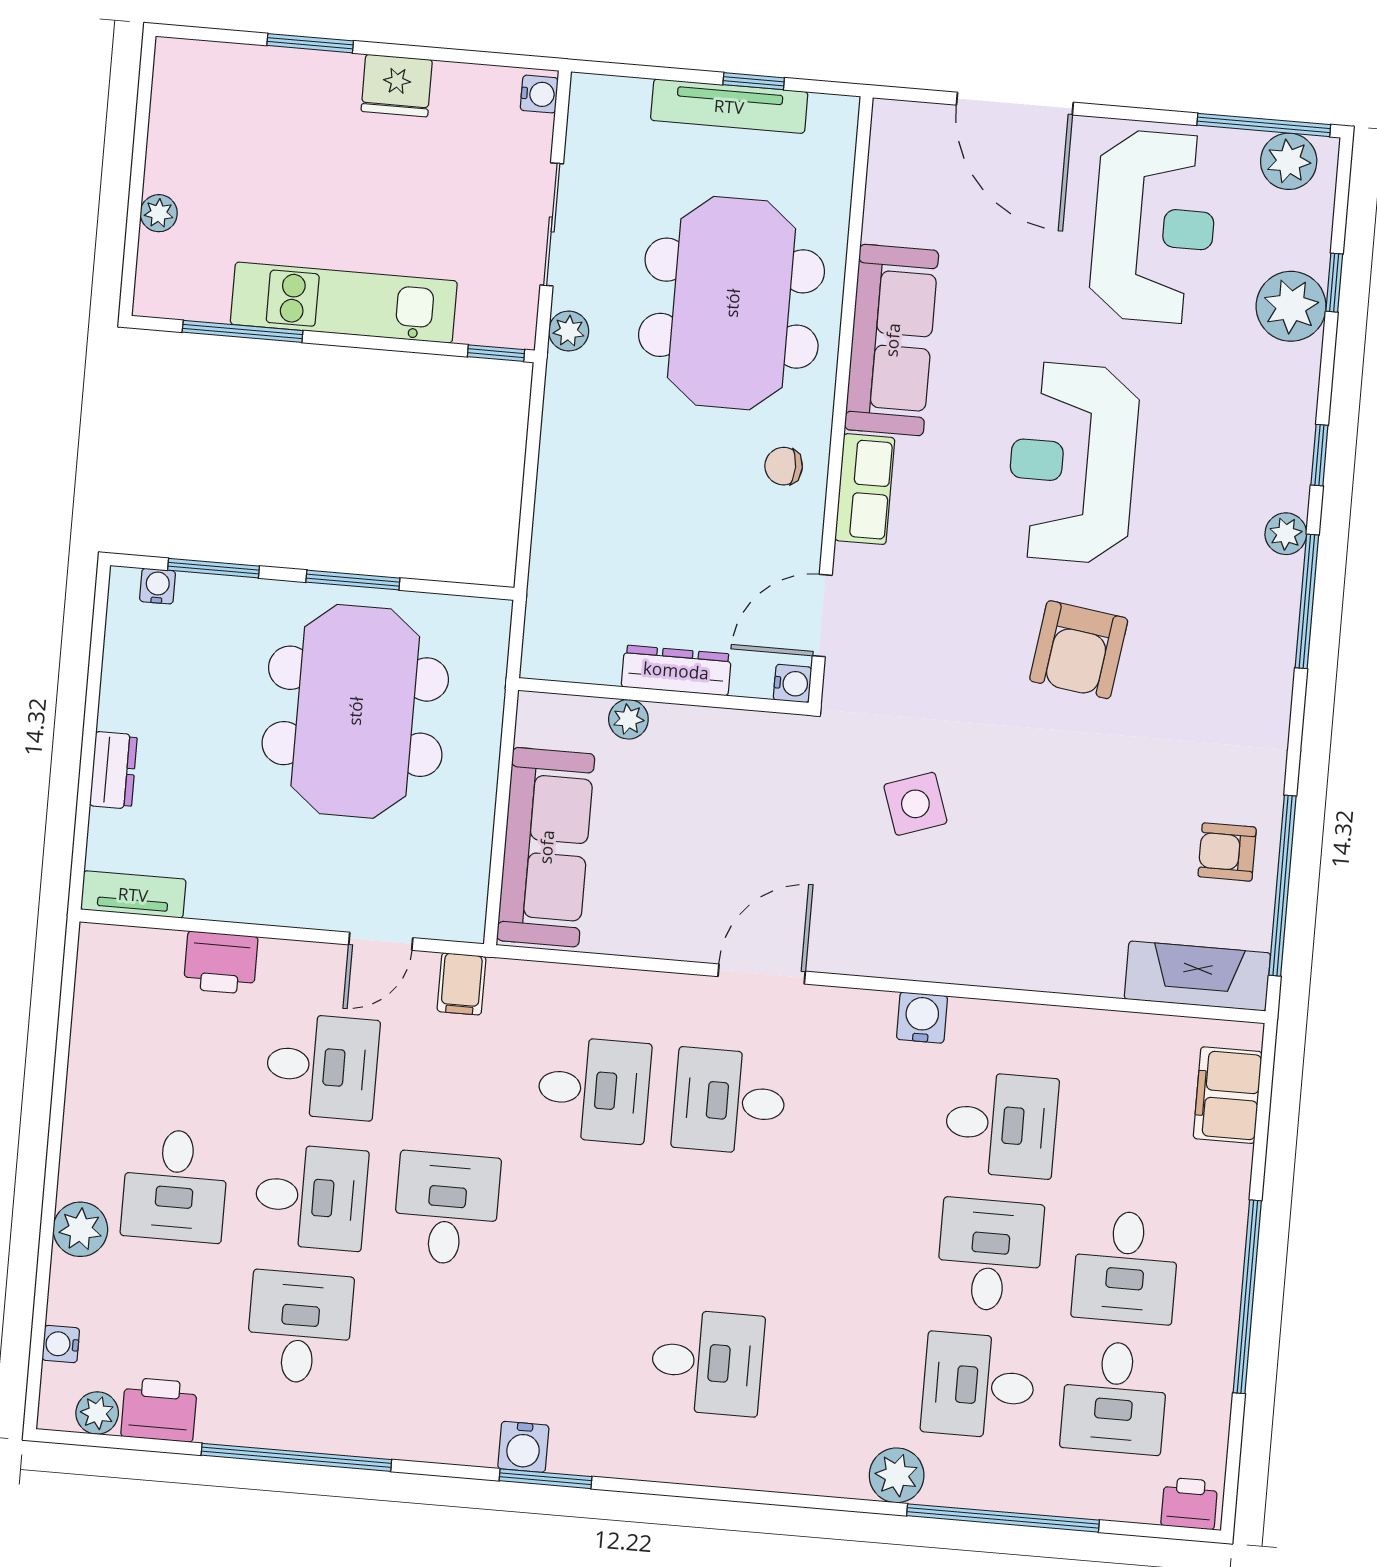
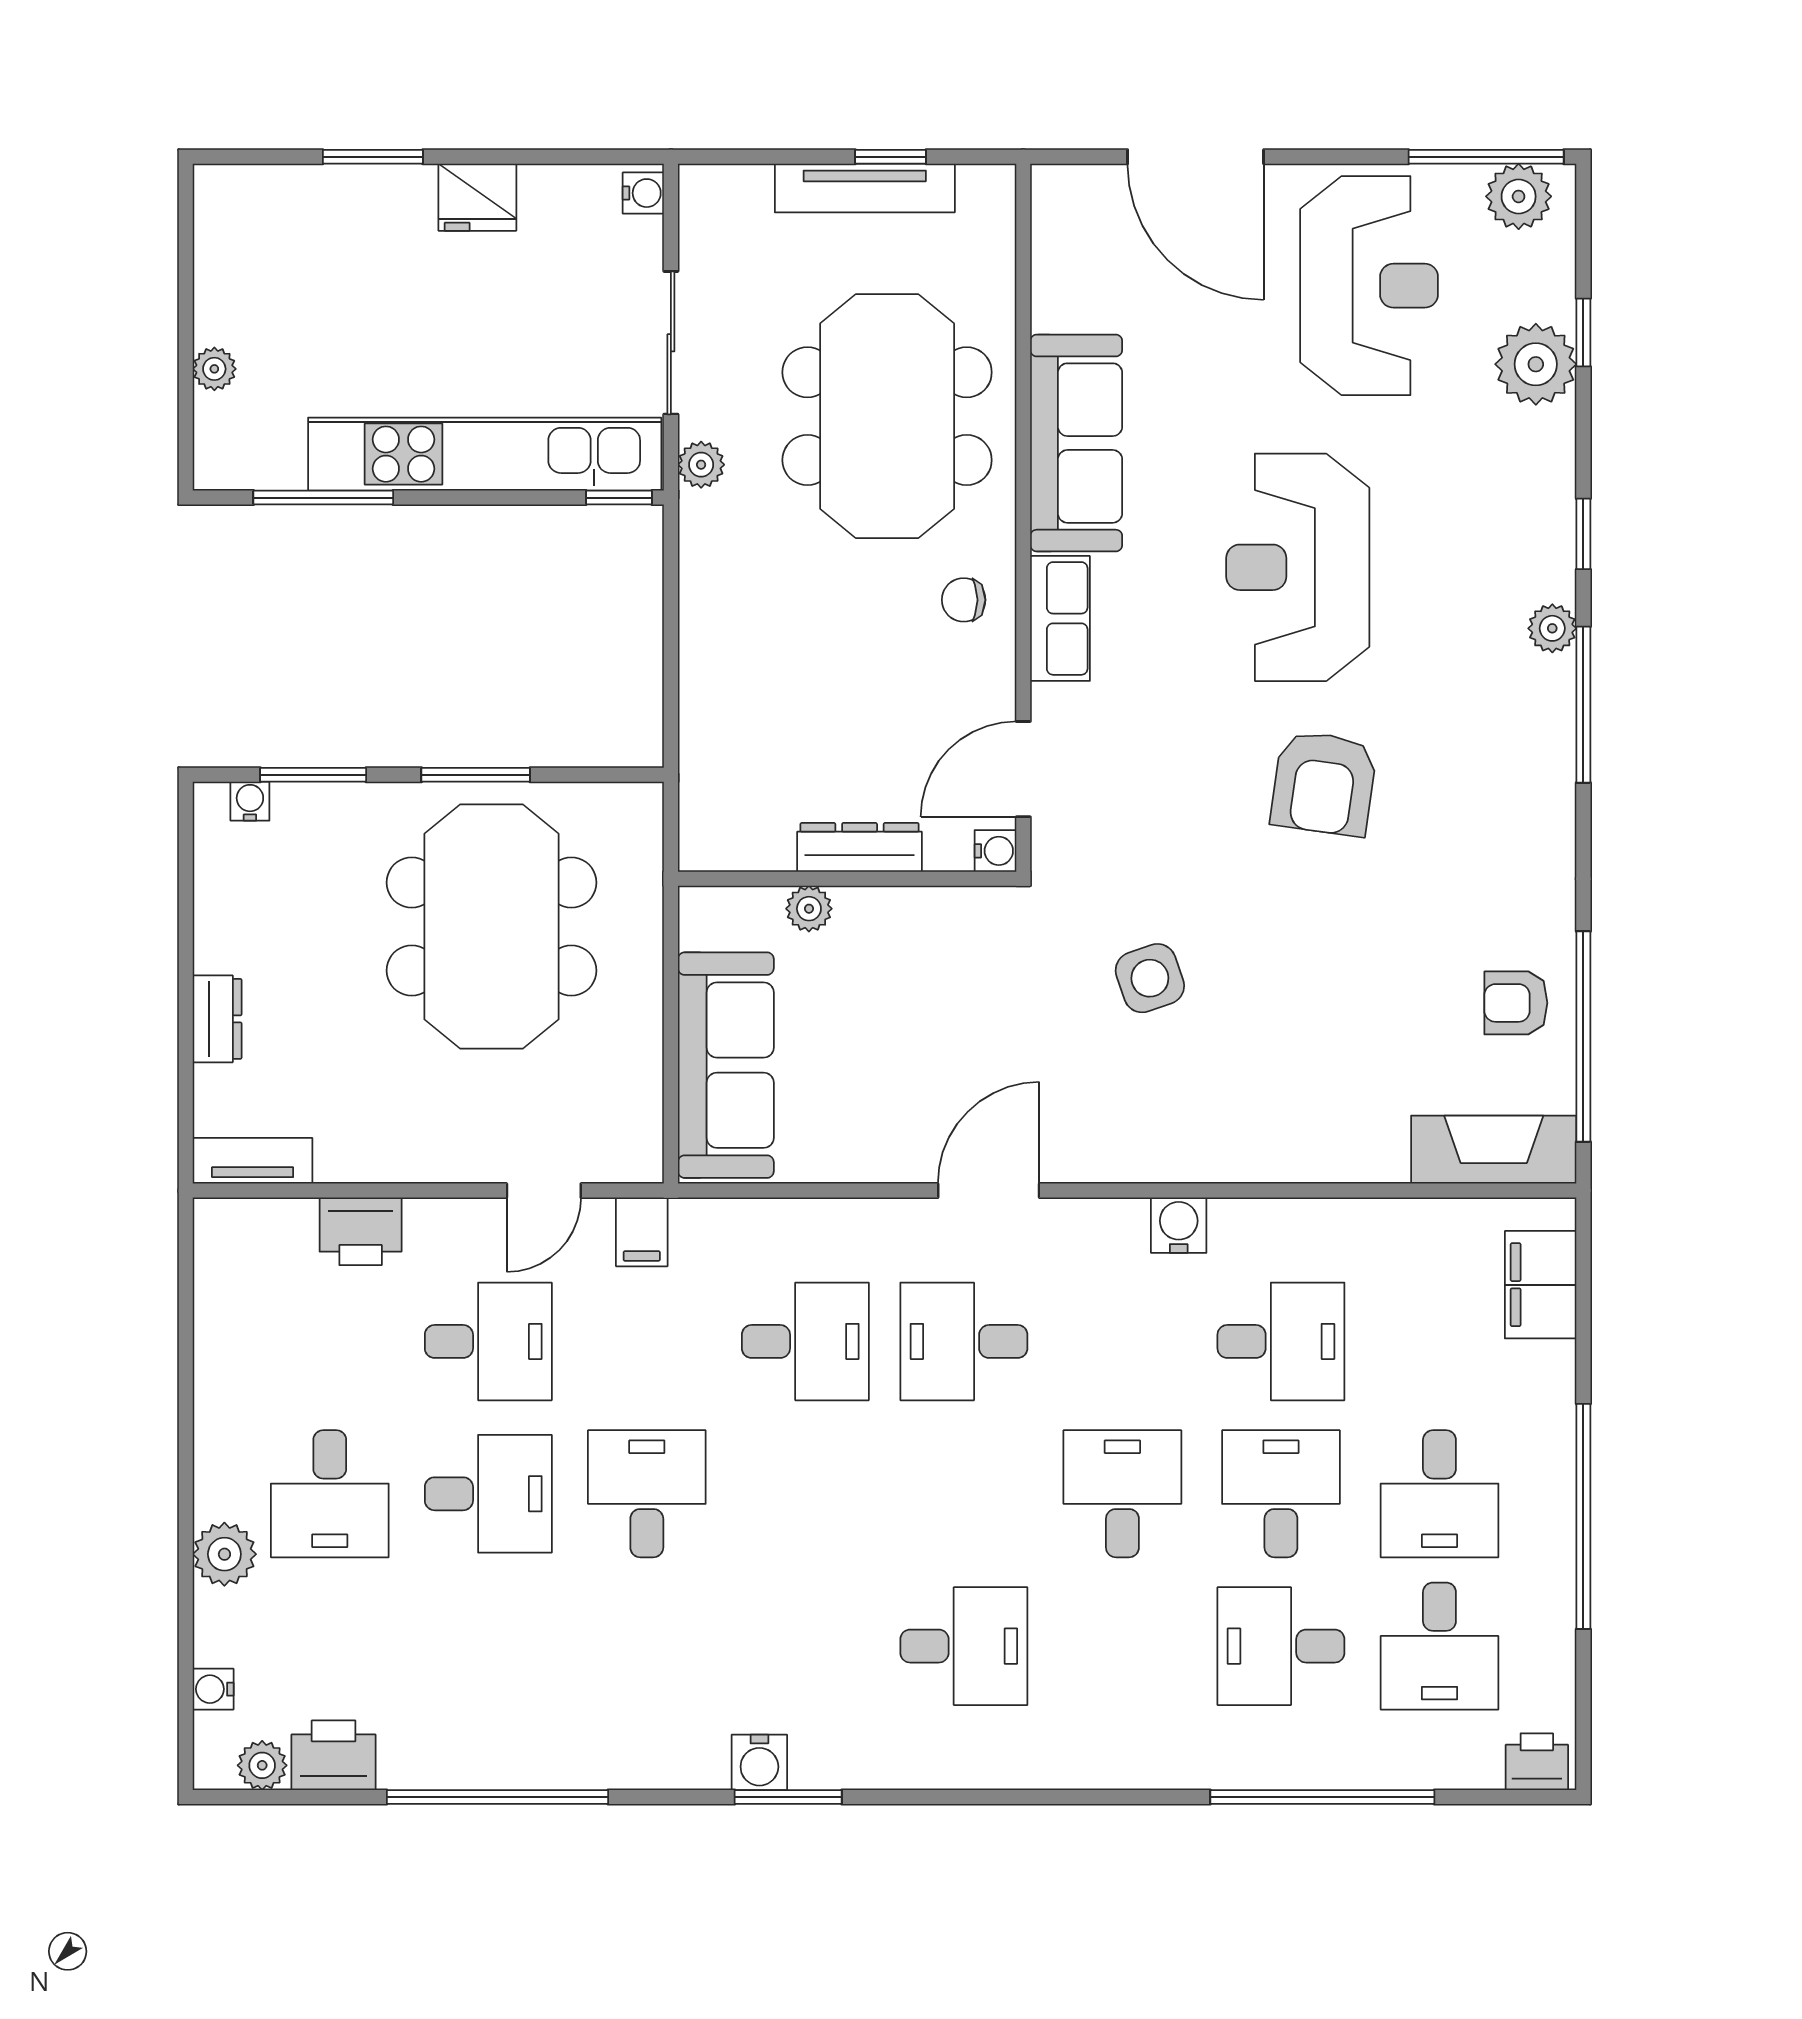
kitchen unit: (344, 303) -> (485, 454), width x1.36
desk: (300, 1327) -> (1122, 1494), moved
plant: (897, 1475) -> (1195, 1758), removed

